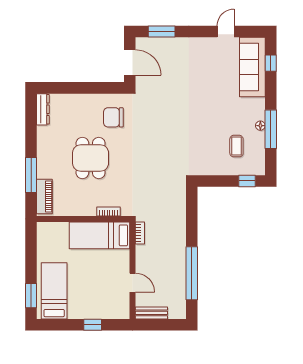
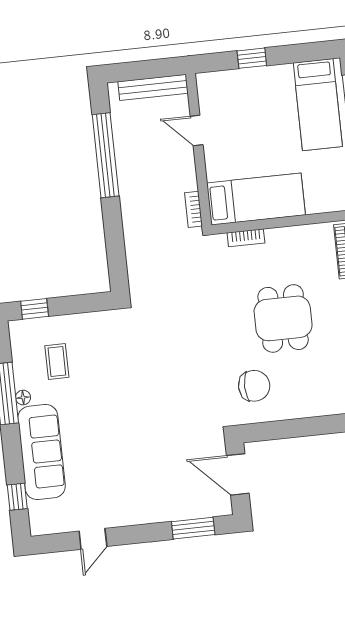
sofa: (252, 67) -> (41, 452), moved
bench: (151, 313) -> (153, 87), width x1.36

